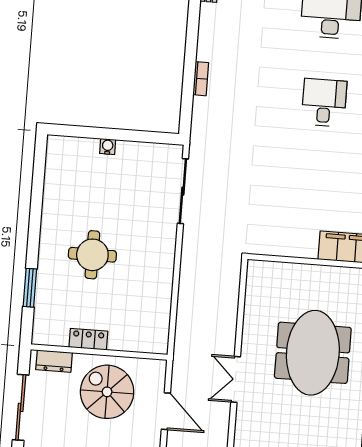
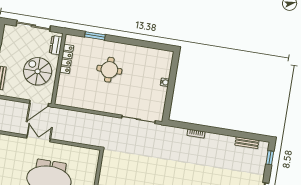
locker: (88, 339) -> (67, 59), width x1.53
spiral stairs: (107, 392) -> (38, 71), turned -90
door: (166, 411) -> (39, 103), moved

